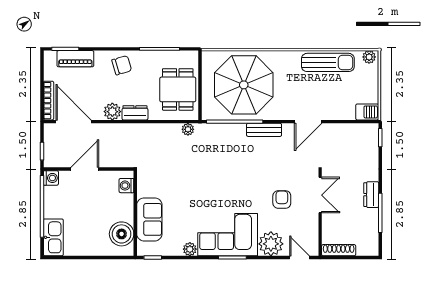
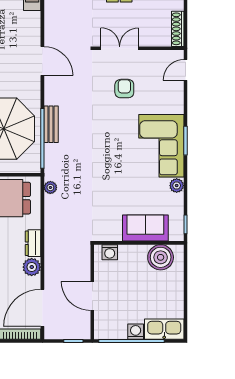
bench: (264, 130) -> (51, 124), moved
washing machine: (51, 178) -> (136, 332), moved
armchair: (282, 199) -> (124, 89), turned 90
plant: (271, 244) -> (171, 100), removed

